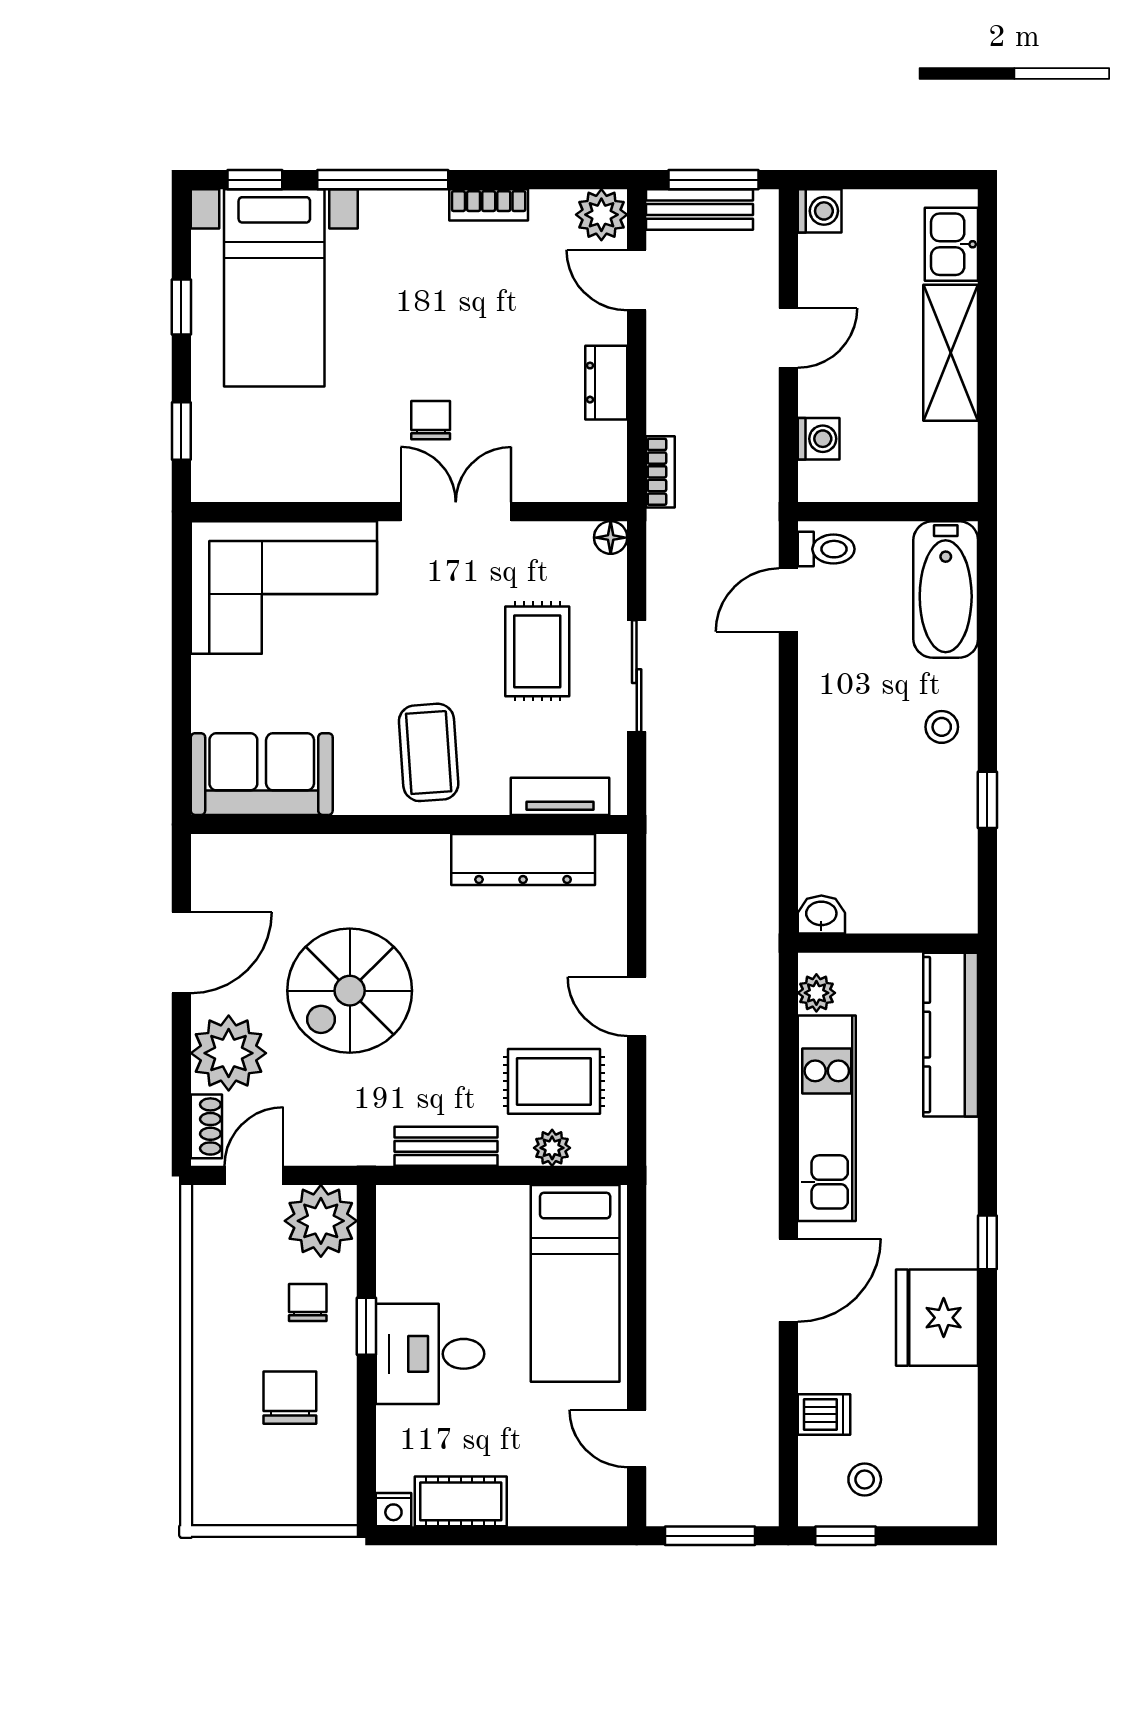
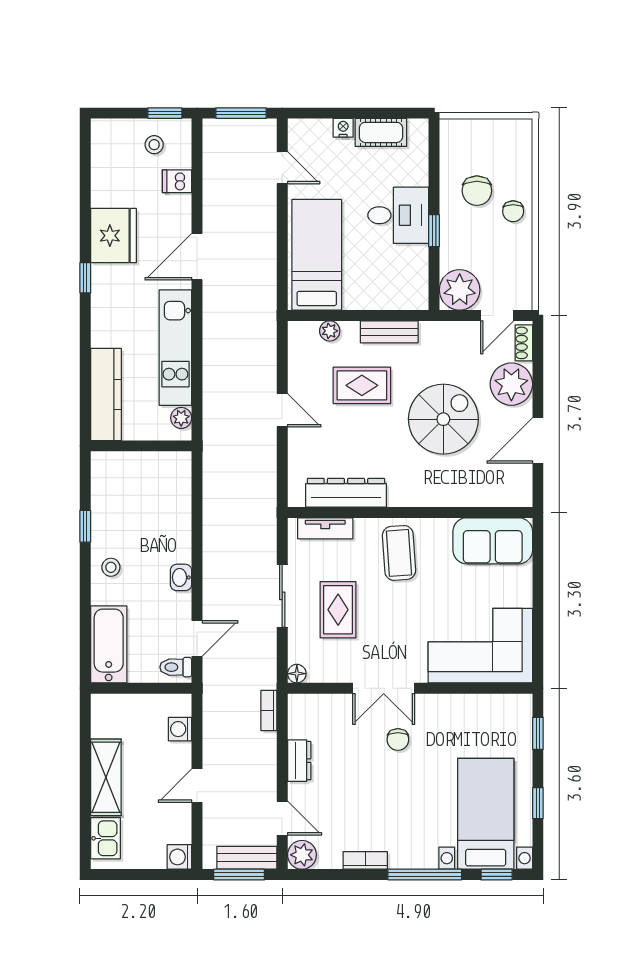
washbasin: (821, 915) -> (181, 577), moved, turned 90
rug: (554, 1081) -> (362, 385), moved
chair: (308, 1302) -> (513, 211), moved
nightstand: (393, 1510) -> (343, 128), moved

